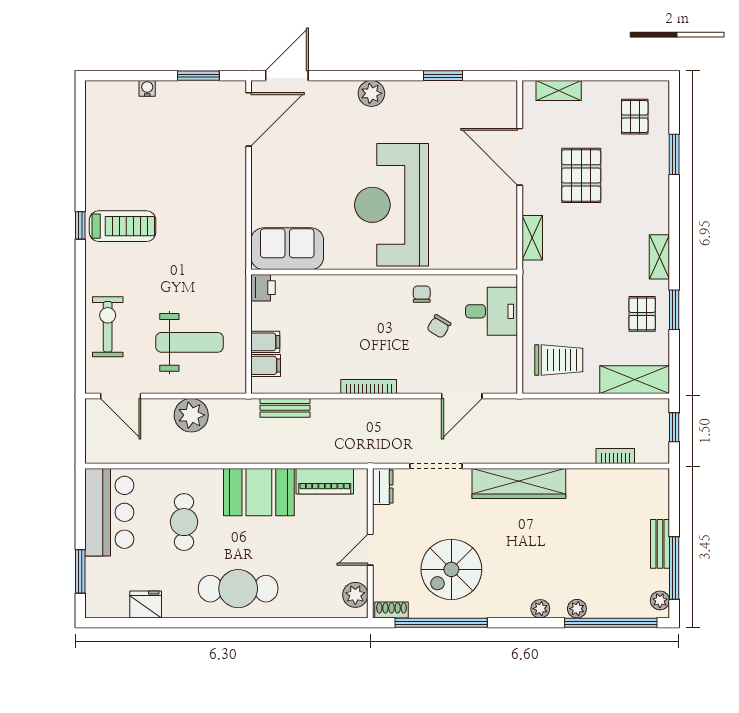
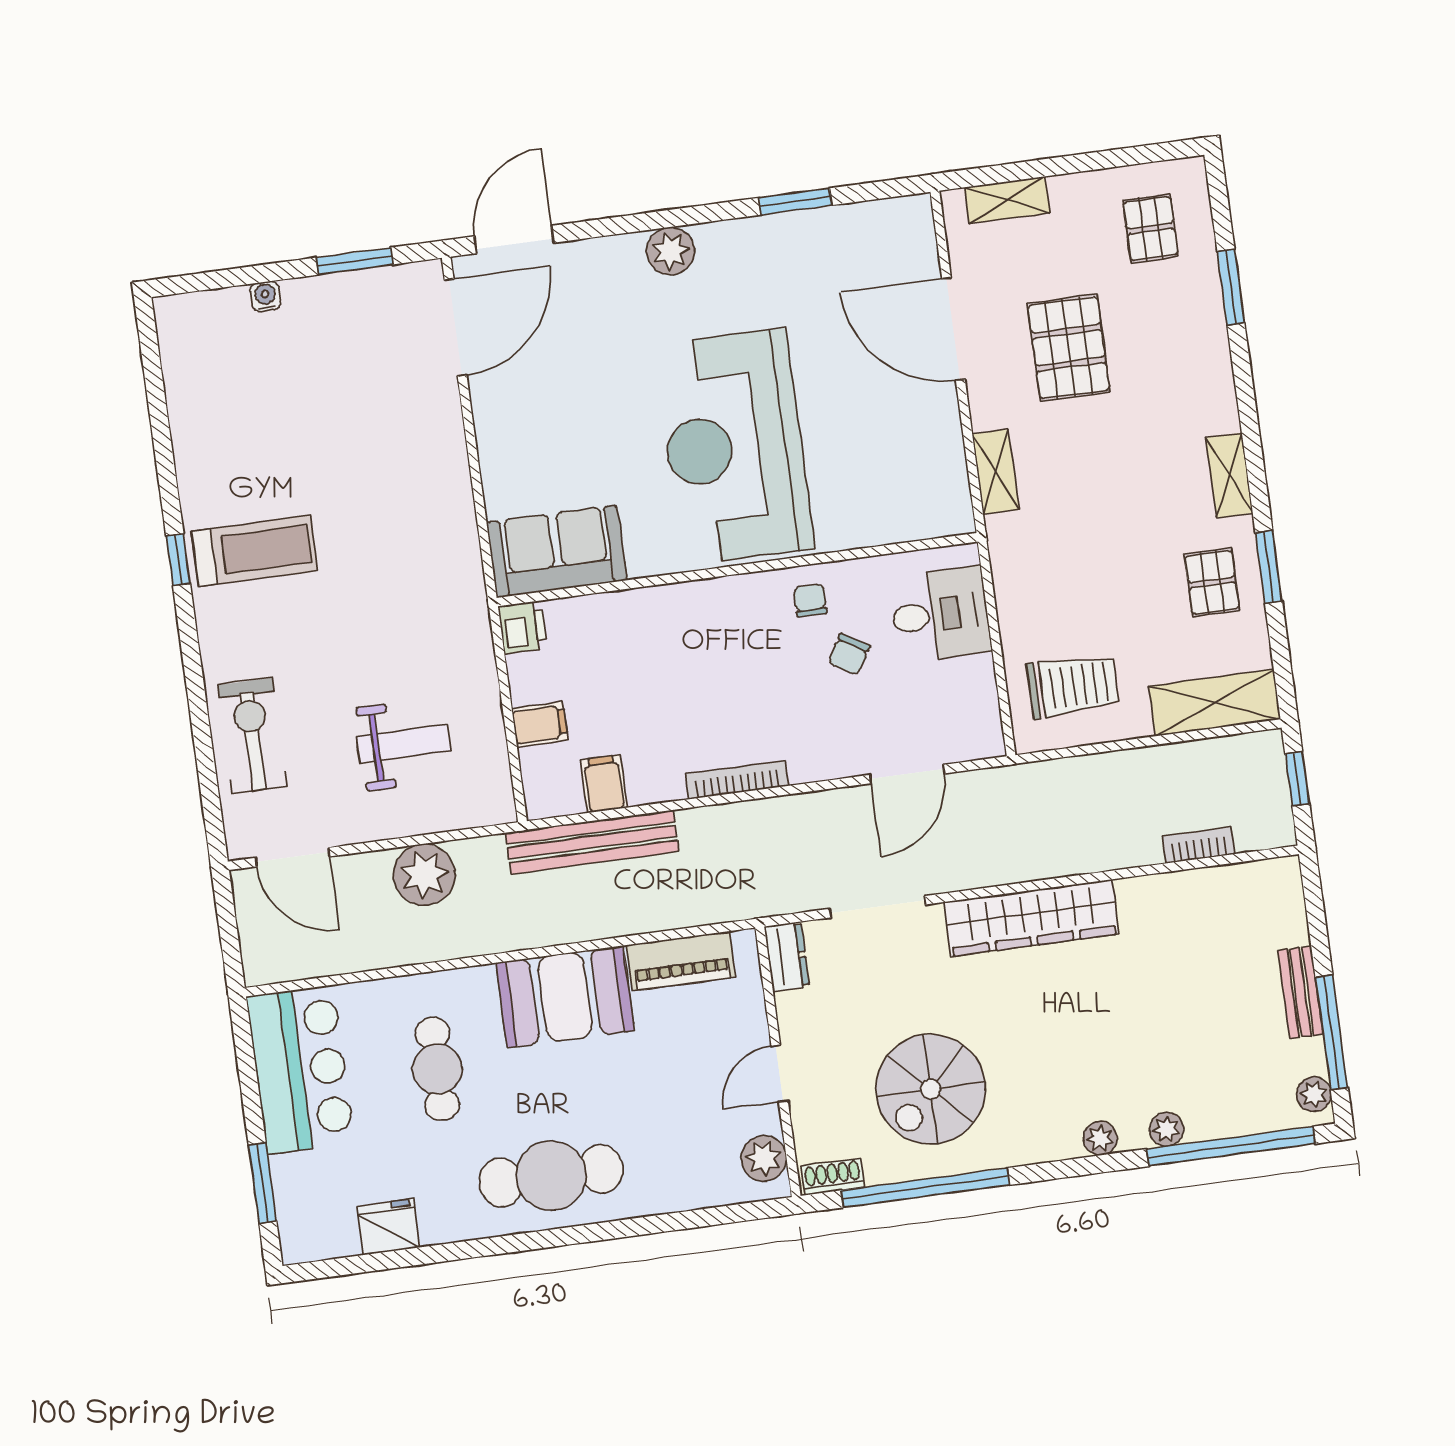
weight bench: (190, 342) -> (404, 744), width x0.73, depth x0.75
filing cabinet: (266, 365) -> (604, 784), moved, turned -90
bench: (285, 408) -> (592, 842), width x1.86, depth x1.21

